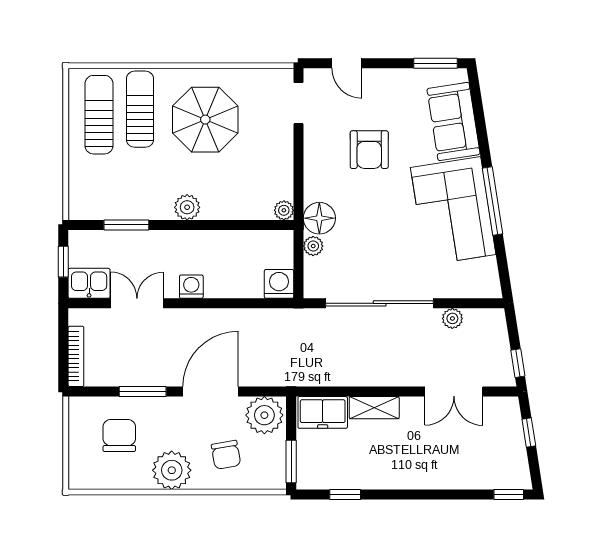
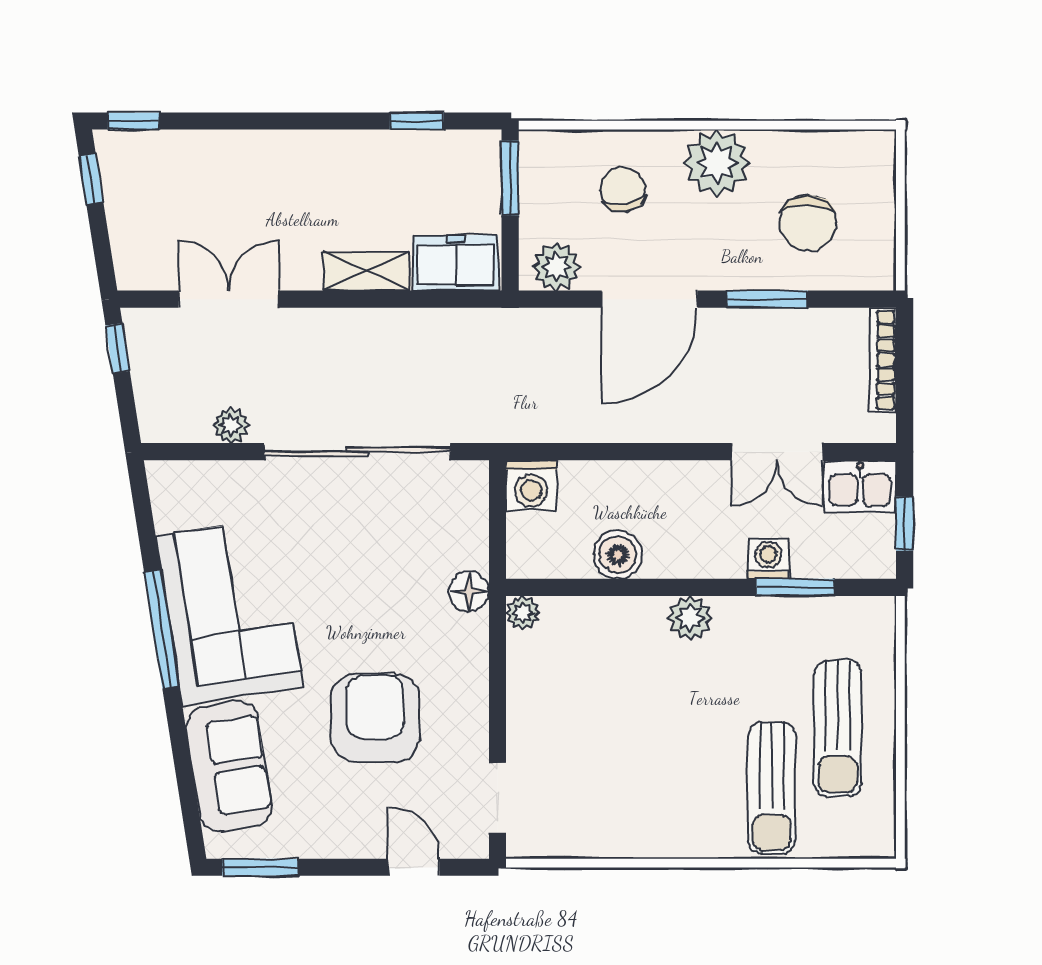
sun lounger: (99, 115) -> (838, 728), moved
parasol: (205, 120) -> (659, 770), removed
armchair: (369, 150) -> (375, 718), width x1.36, depth x1.36
floor lamp: (319, 218) -> (469, 592), width x0.73, depth x0.73
boiler: (229, 244) -> (618, 555), added
plant: (313, 246) -> (472, 551), removed
washing machine: (191, 287) -> (768, 559), moved, turned 180
plant: (264, 415) -> (556, 267), width x0.73, depth x0.73
window: (529, 433) -> (91, 179), moved

